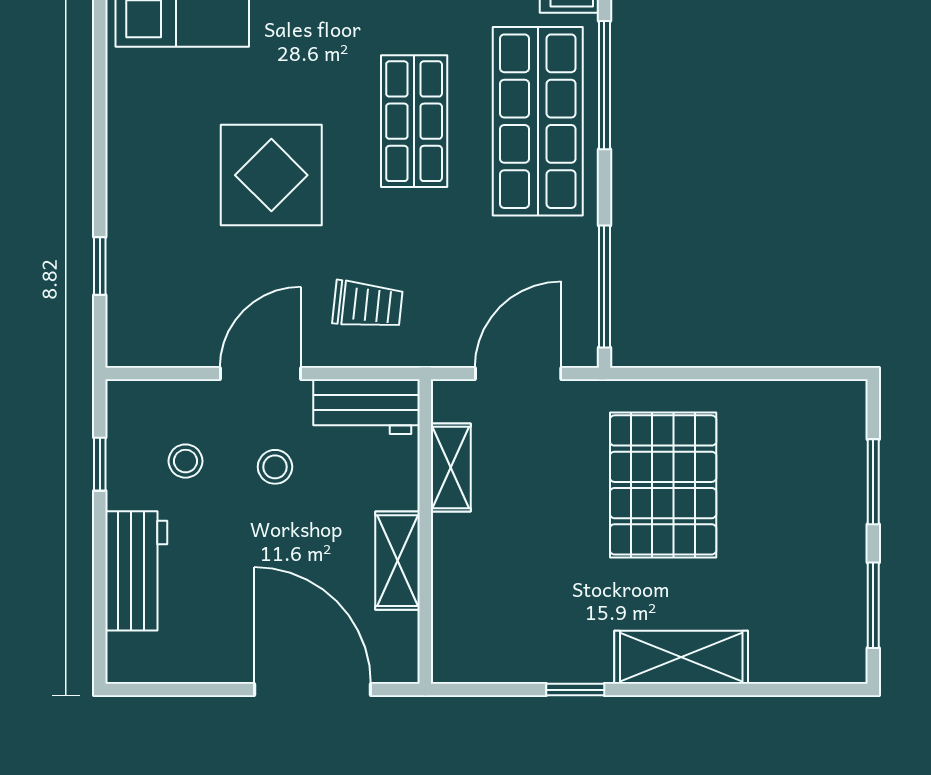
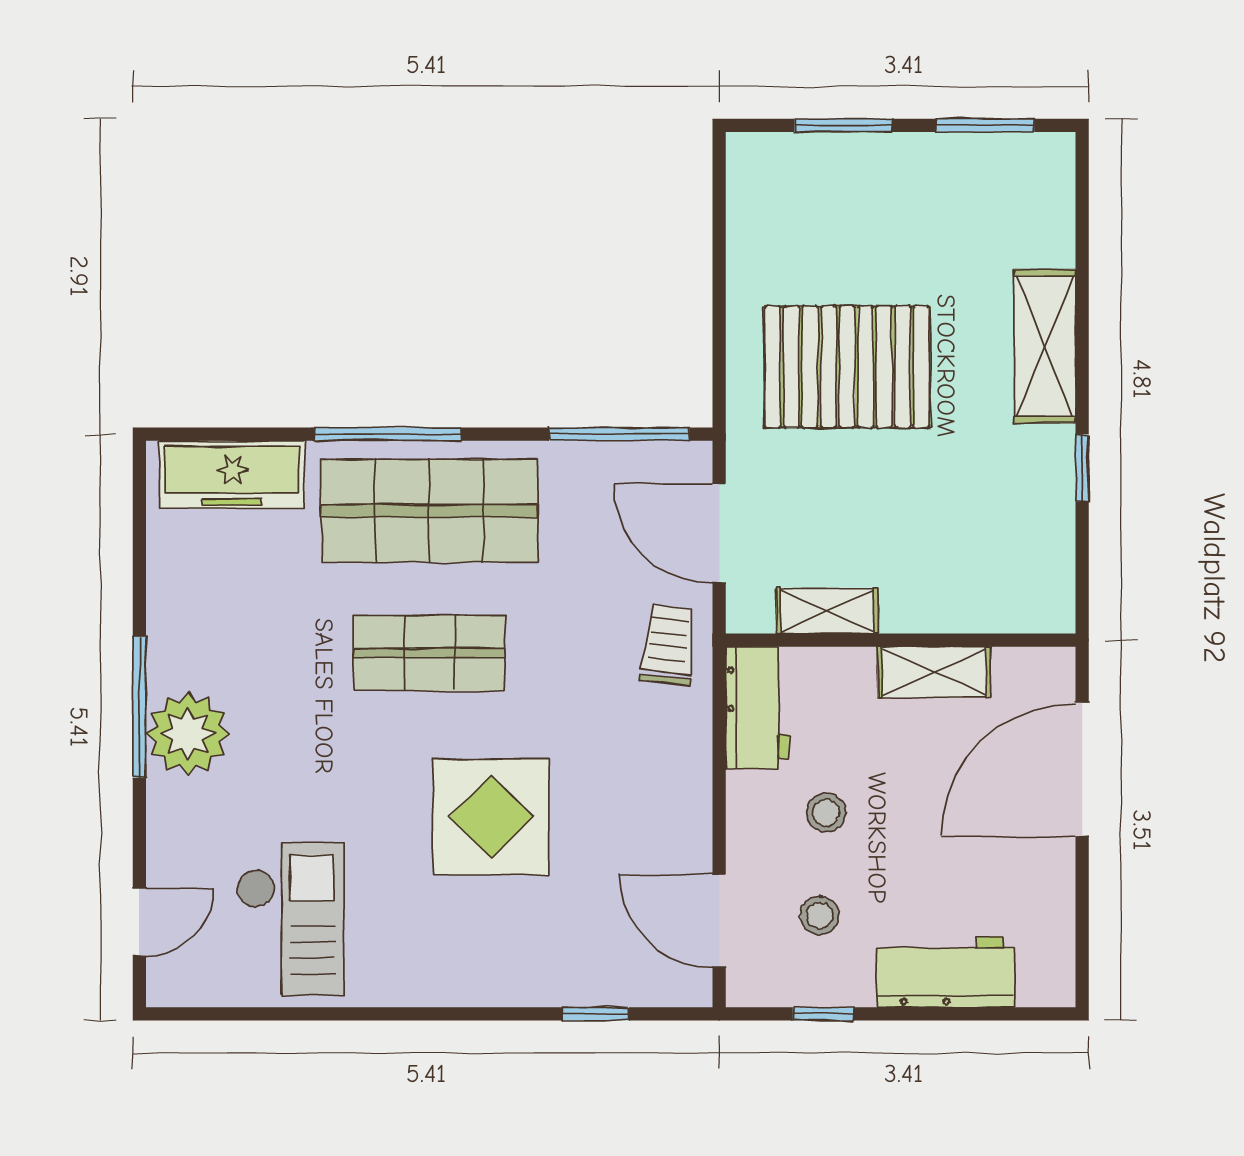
trolley: (368, 305) -> (668, 645), moved
door: (261, 374) -> (719, 921), moved

